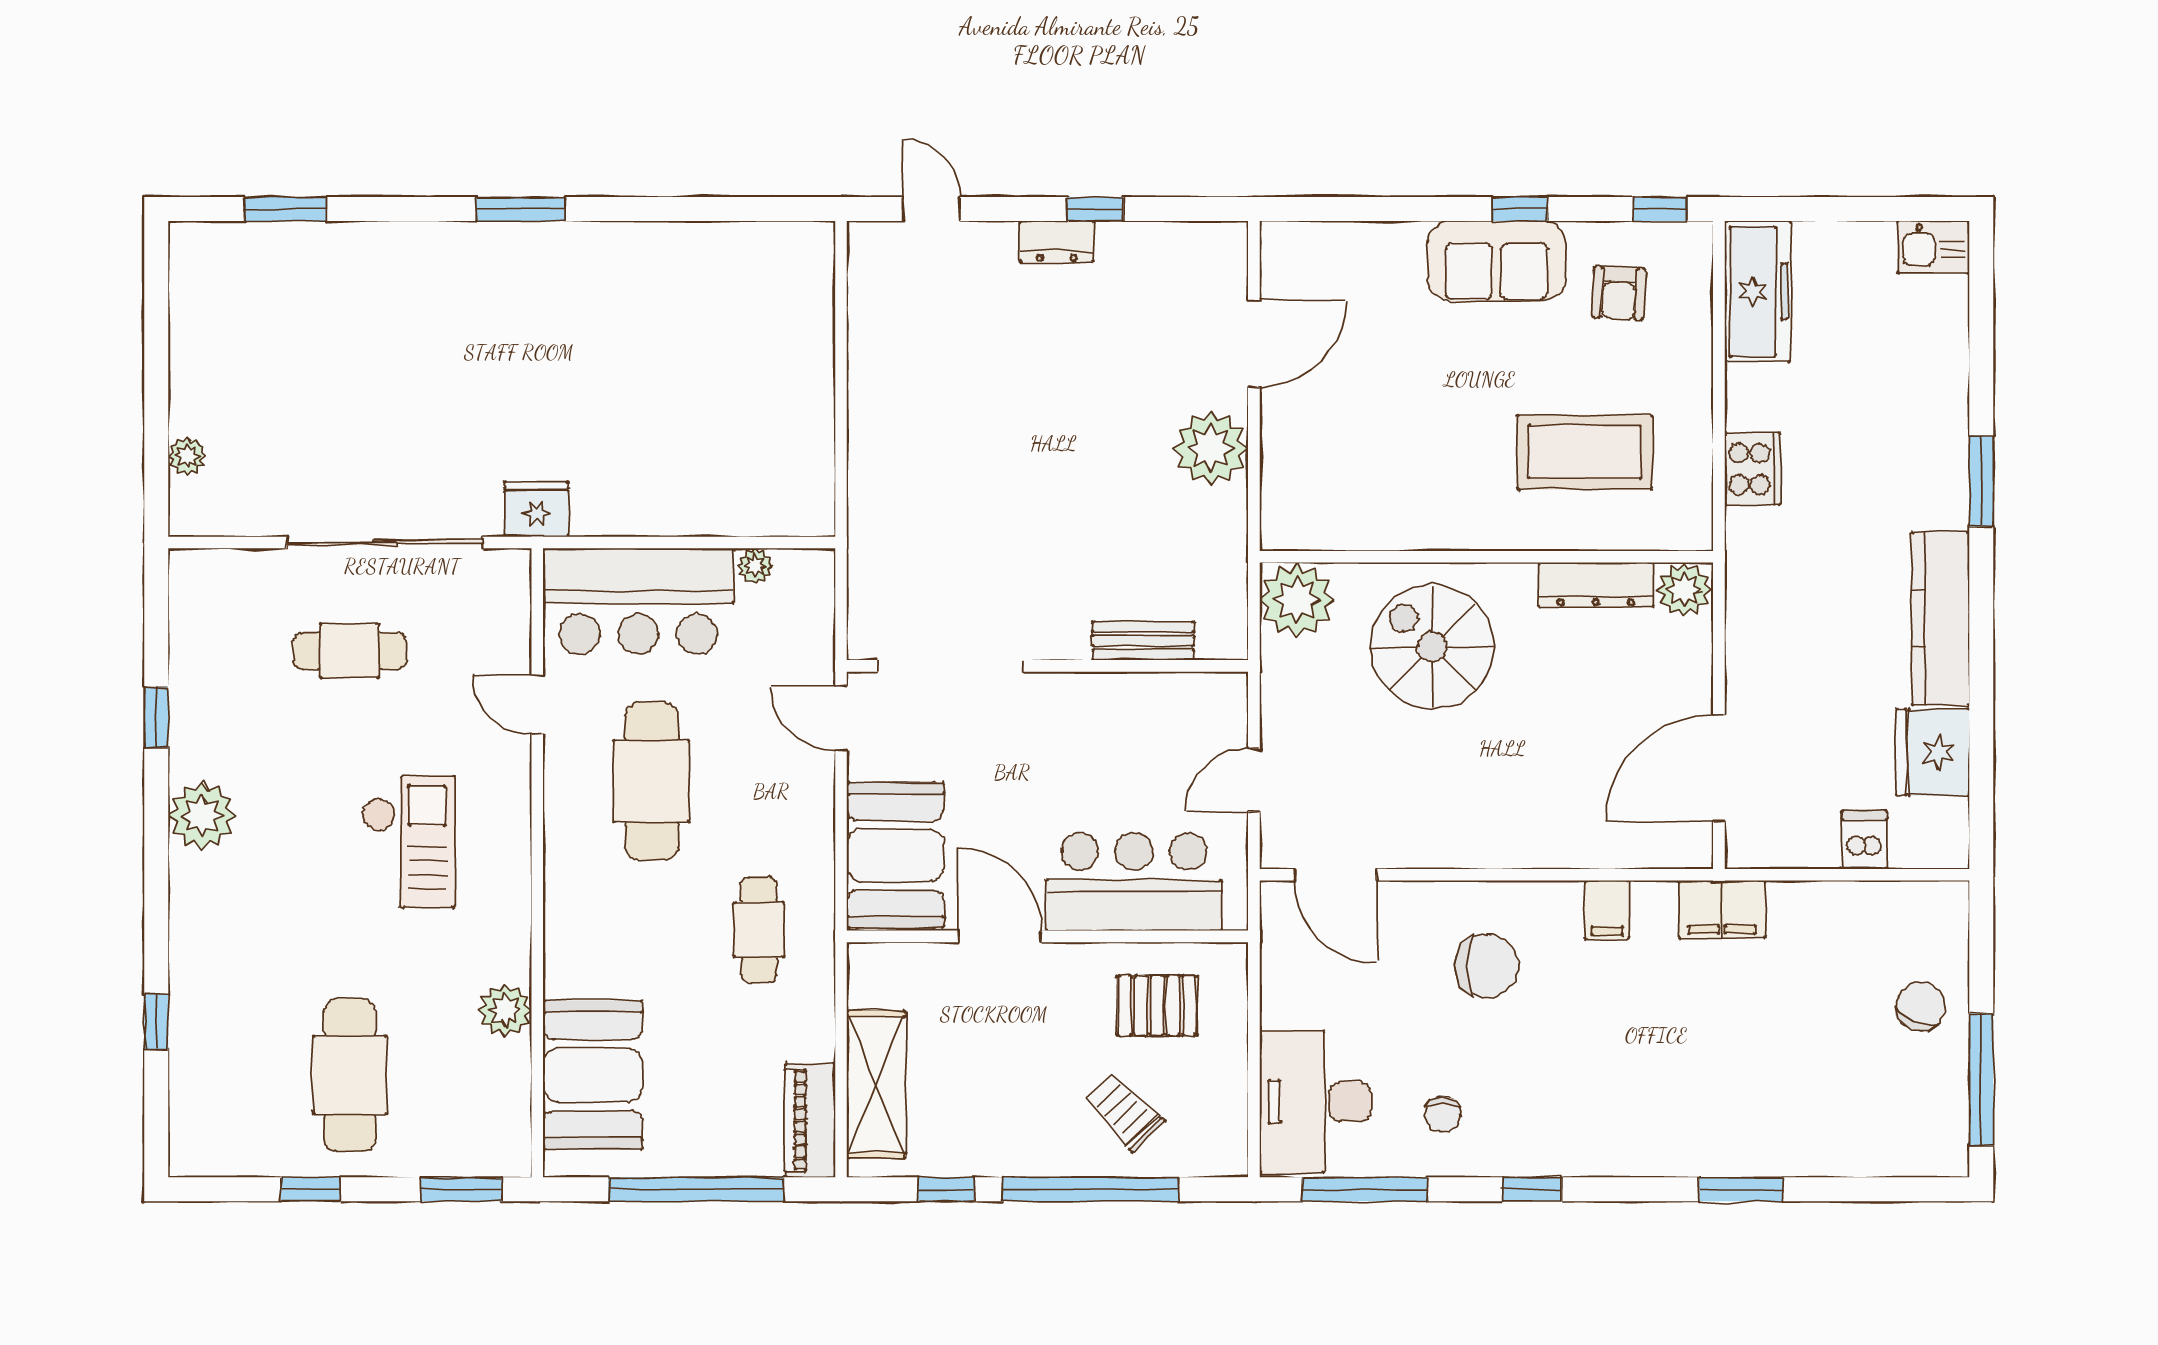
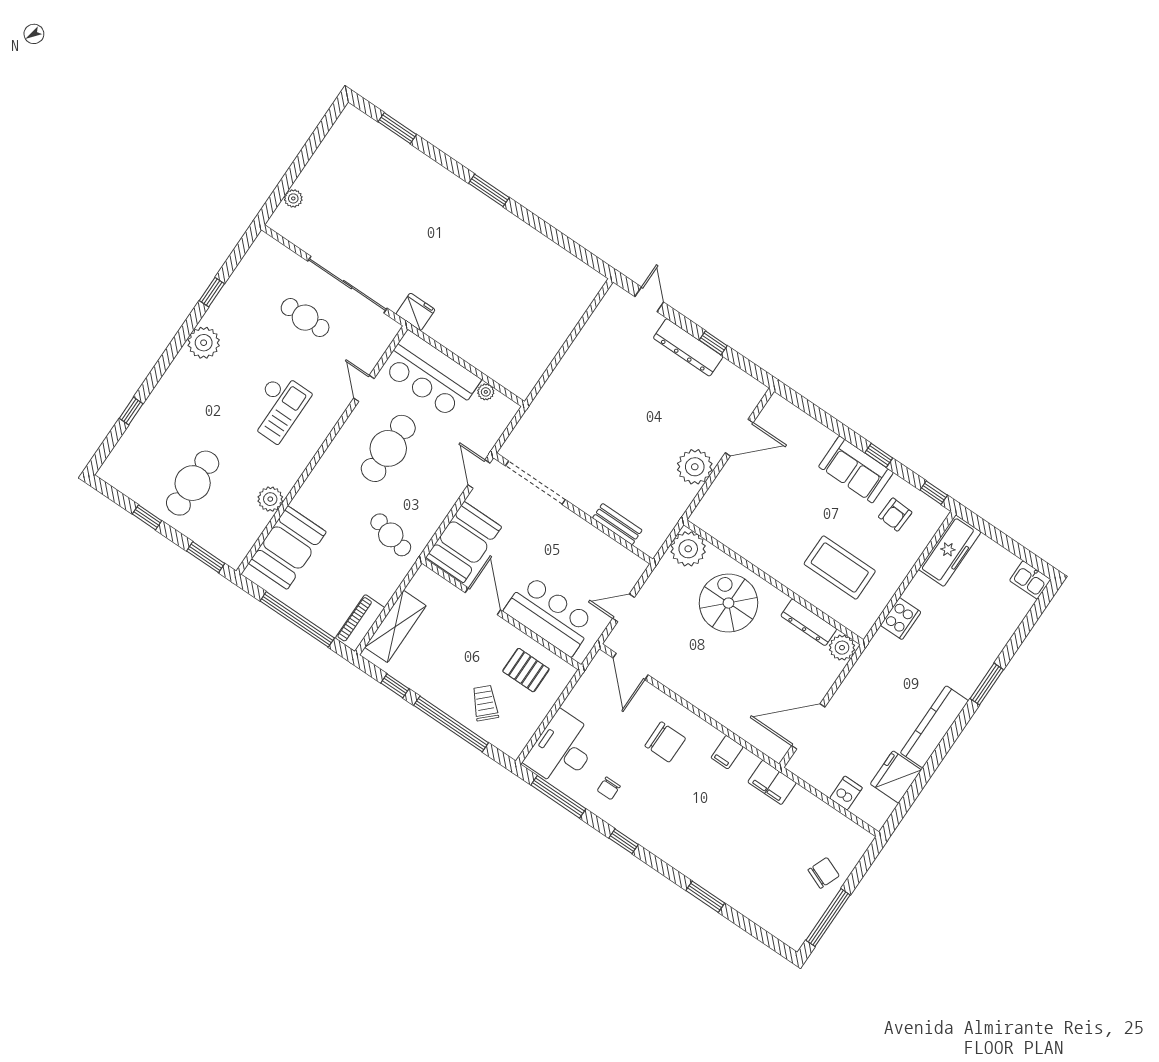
dresser: (1057, 242) -> (688, 347), width x1.96, depth x1.24
cafe table: (759, 930) -> (391, 535), turned -76

